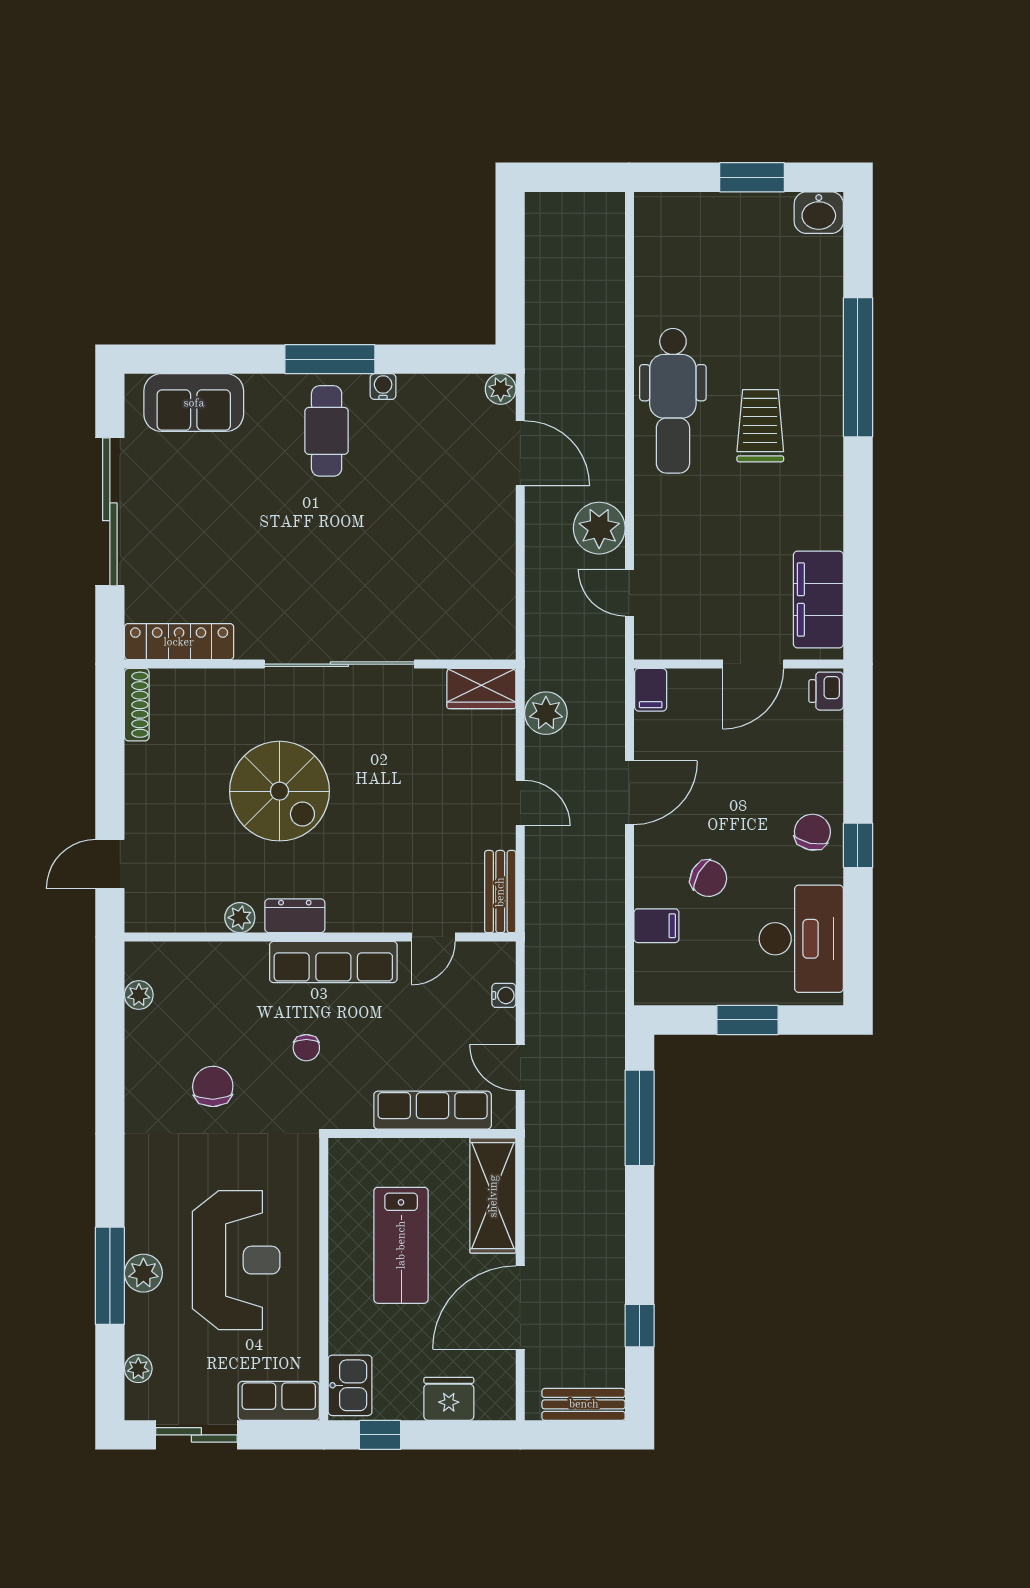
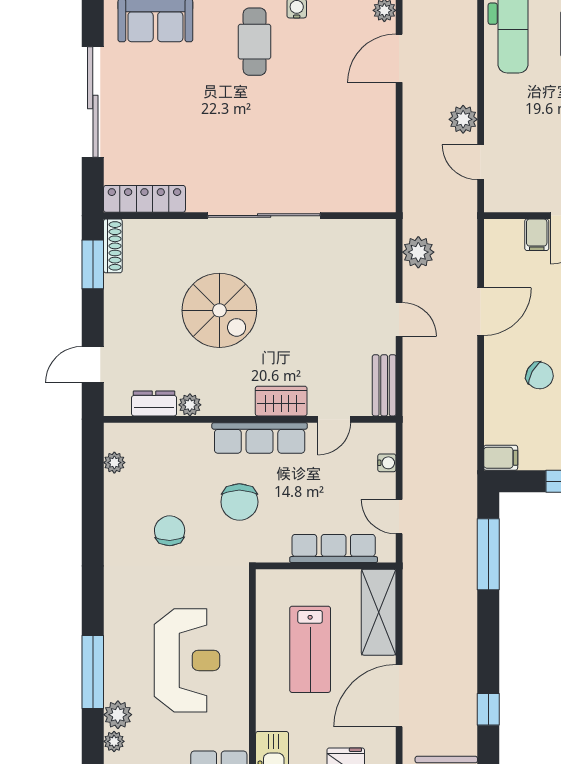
door: (520, 453) -> (399, 58), swing flipped
plant: (599, 528) -> (463, 119), width x0.73, depth x0.73
wardrobe: (481, 688) -> (281, 401), moved, turned 180
filing cabinet: (651, 690) -> (537, 235), moved
window: (110, 730) -> (93, 264), added
dresser: (295, 916) -> (154, 403), moved
filing cabinet: (656, 926) -> (501, 458), moved
chair: (306, 1048) -> (239, 502), width x1.87, depth x1.87
plant: (143, 1273) -> (118, 715), moved

